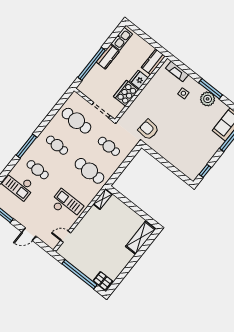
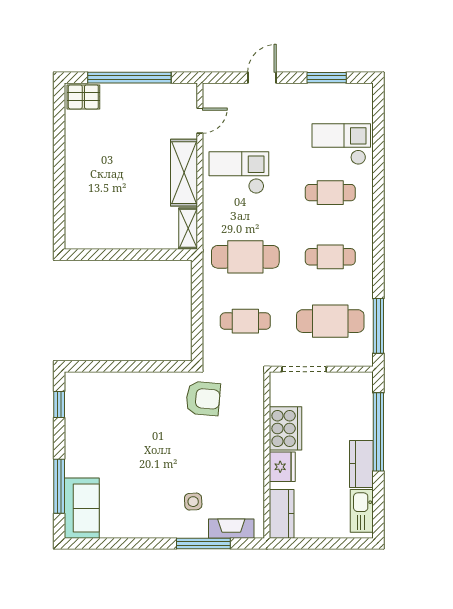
window: (211, 89) -> (203, 544), moved
plant: (208, 99) -> (147, 523), removed
window: (26, 146) -> (378, 326), moved
checkout: (66, 205) -> (239, 173), turned 180
shelving: (141, 238) -> (184, 173), moved

